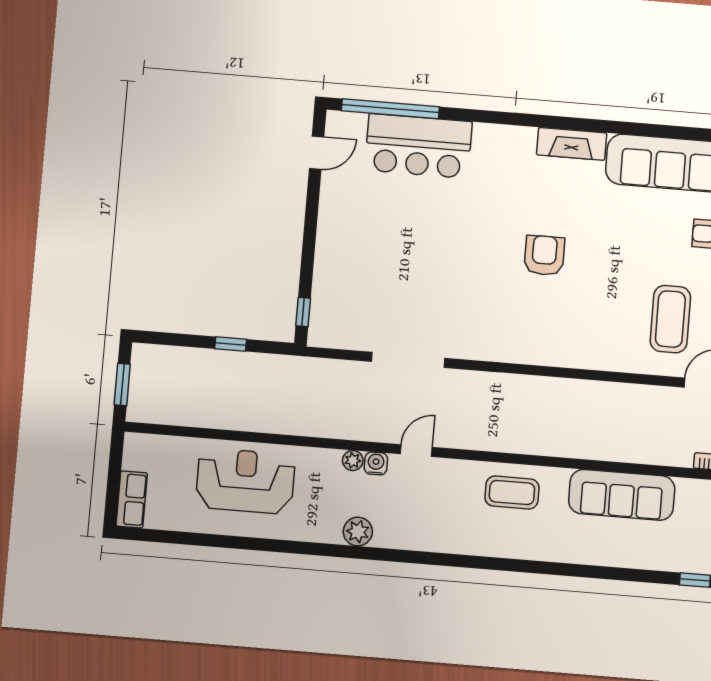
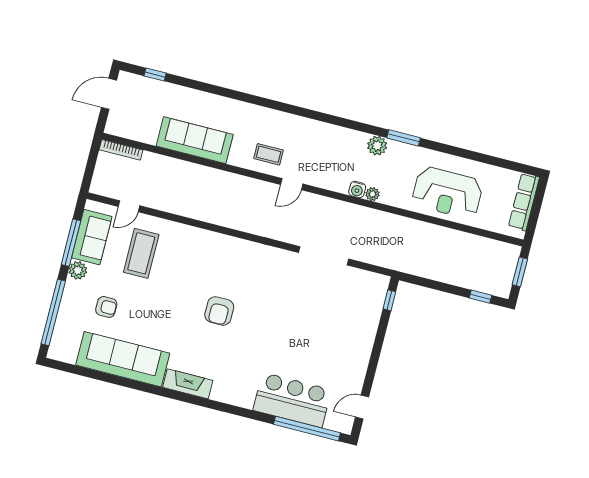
window: (231, 344) -> (481, 297), moved
door: (416, 451) -> (292, 184), moved
coffee table: (512, 493) -> (269, 154), width x0.73, depth x0.77
row of seats: (132, 499) -> (524, 202), width x1.48
window: (322, 549) -> (404, 138), added

